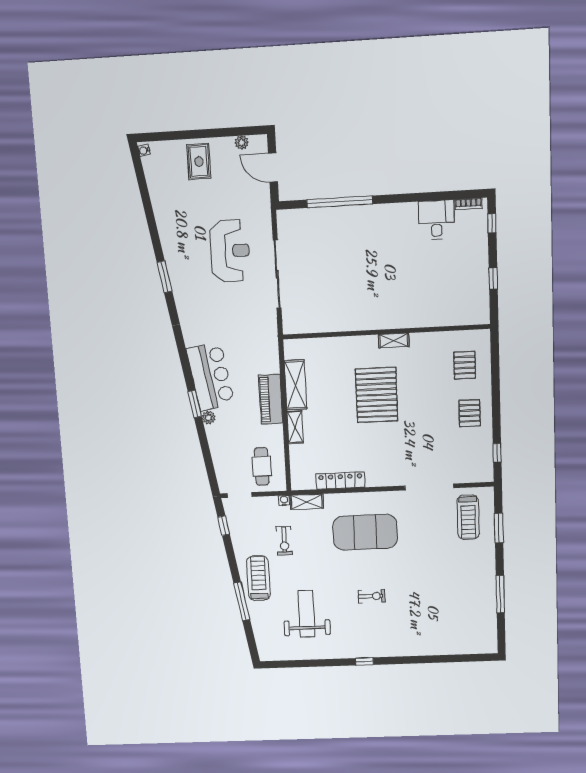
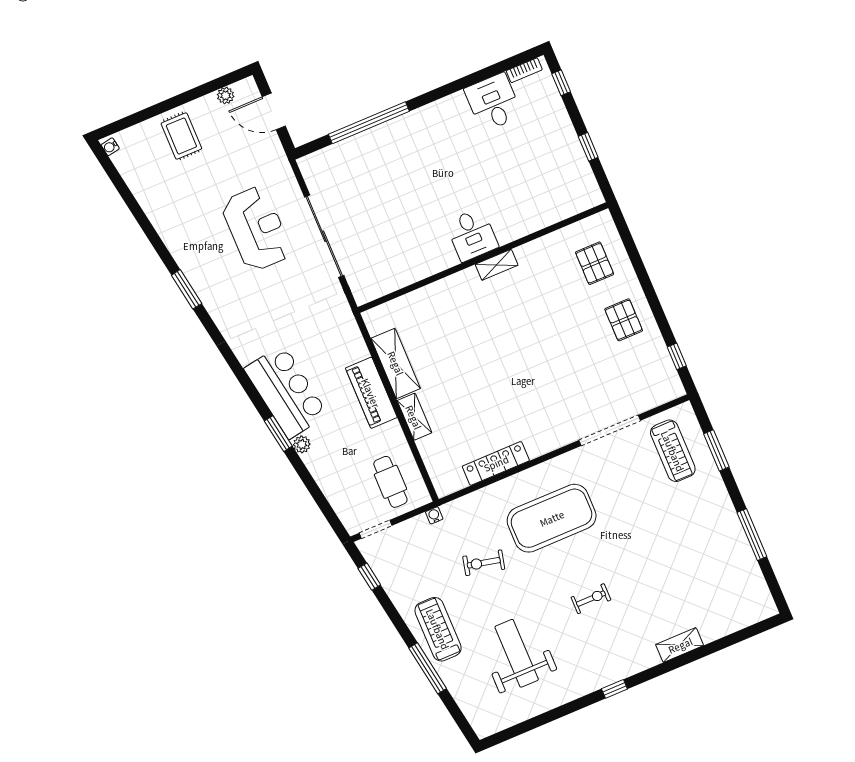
desk: (384, 312) -> (472, 235), added
pallet: (377, 395) -> (501, 339), removed
shelving: (307, 502) -> (680, 645), moved
exercise bike: (284, 541) -> (484, 563), moved, turned 103

